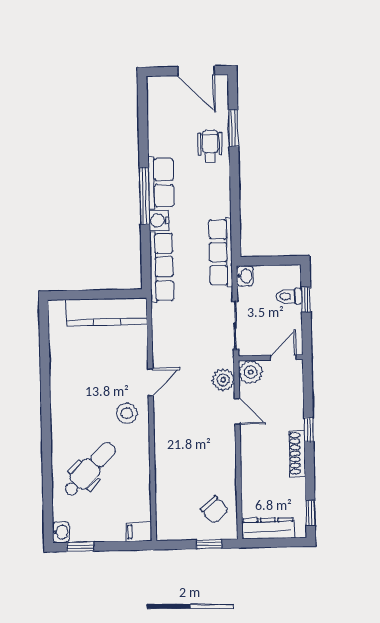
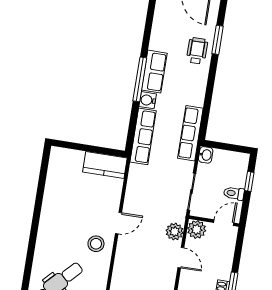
toilet: (289, 296) -> (234, 193), moved
kitchen counter: (107, 312) -> (105, 165), width x0.67

